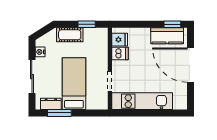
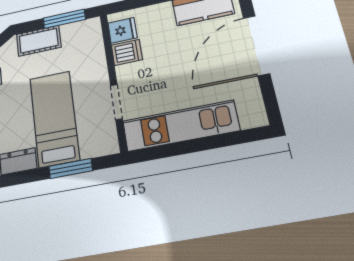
window: (87, 24) -> (64, 19), width x1.50
door: (191, 65) -> (256, 45), hinge flipped
window: (59, 113) -> (71, 168), moved

